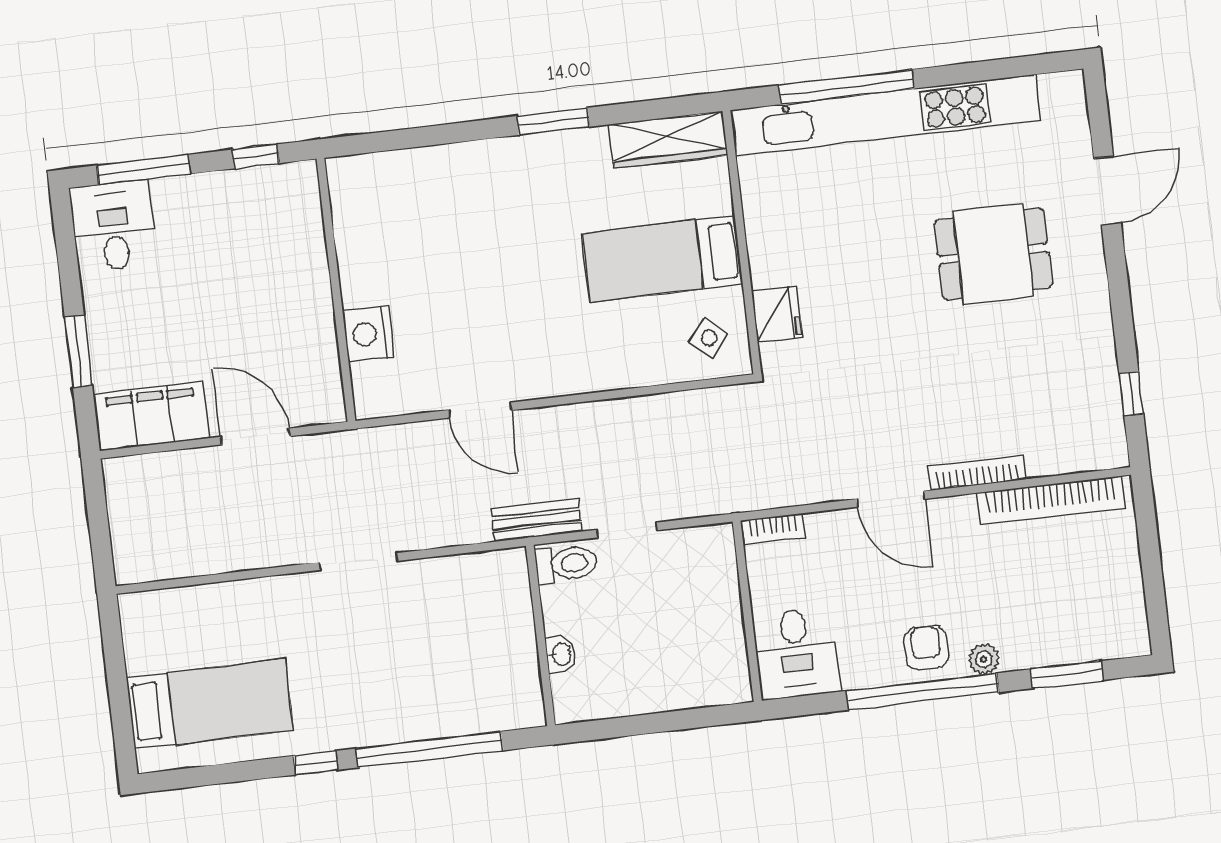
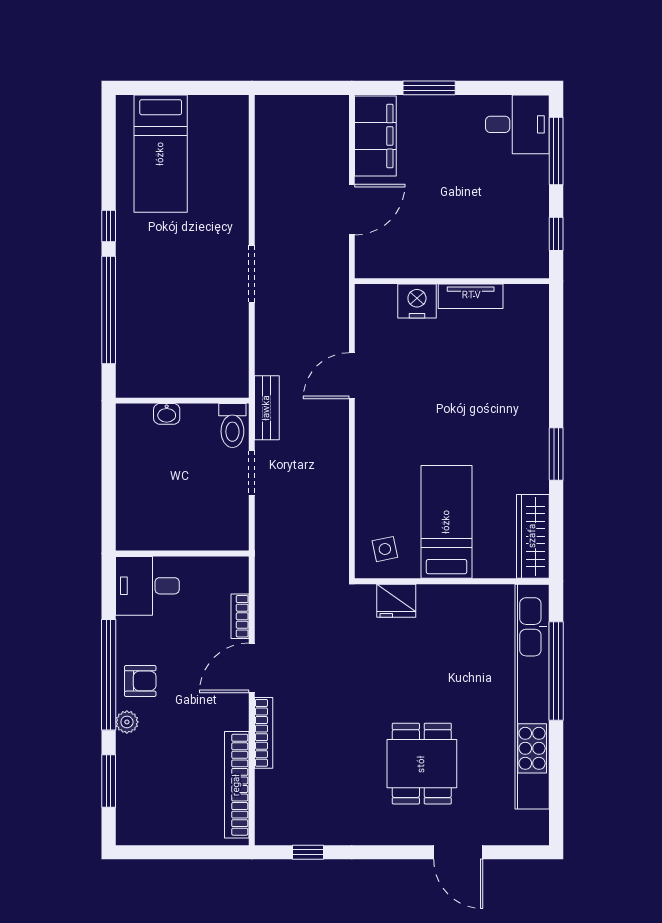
tv unit: (353, 262) -> (471, 296), added
side table: (709, 338) -> (385, 549), turned 38
bookcase: (773, 529) -> (240, 616), moved

